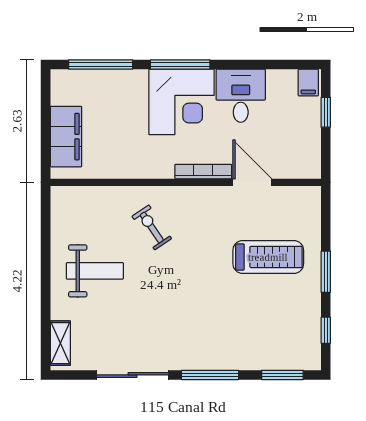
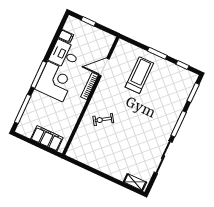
filing cabinet: (308, 83) -> (66, 36), moved
weight bench: (95, 271) -> (111, 153), removed

